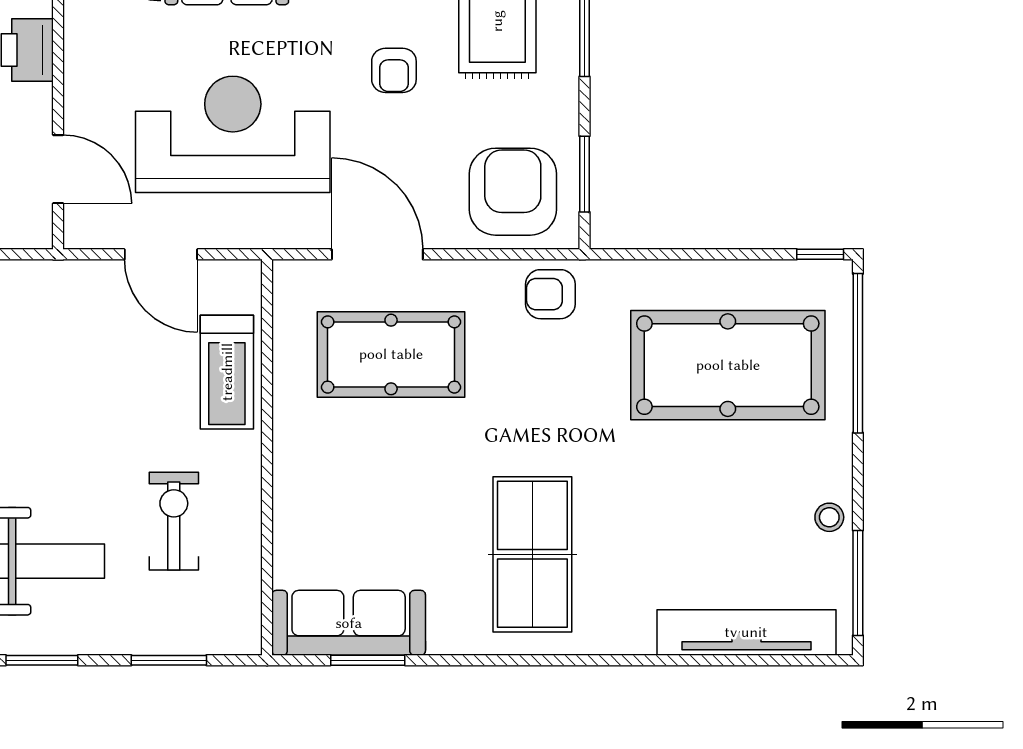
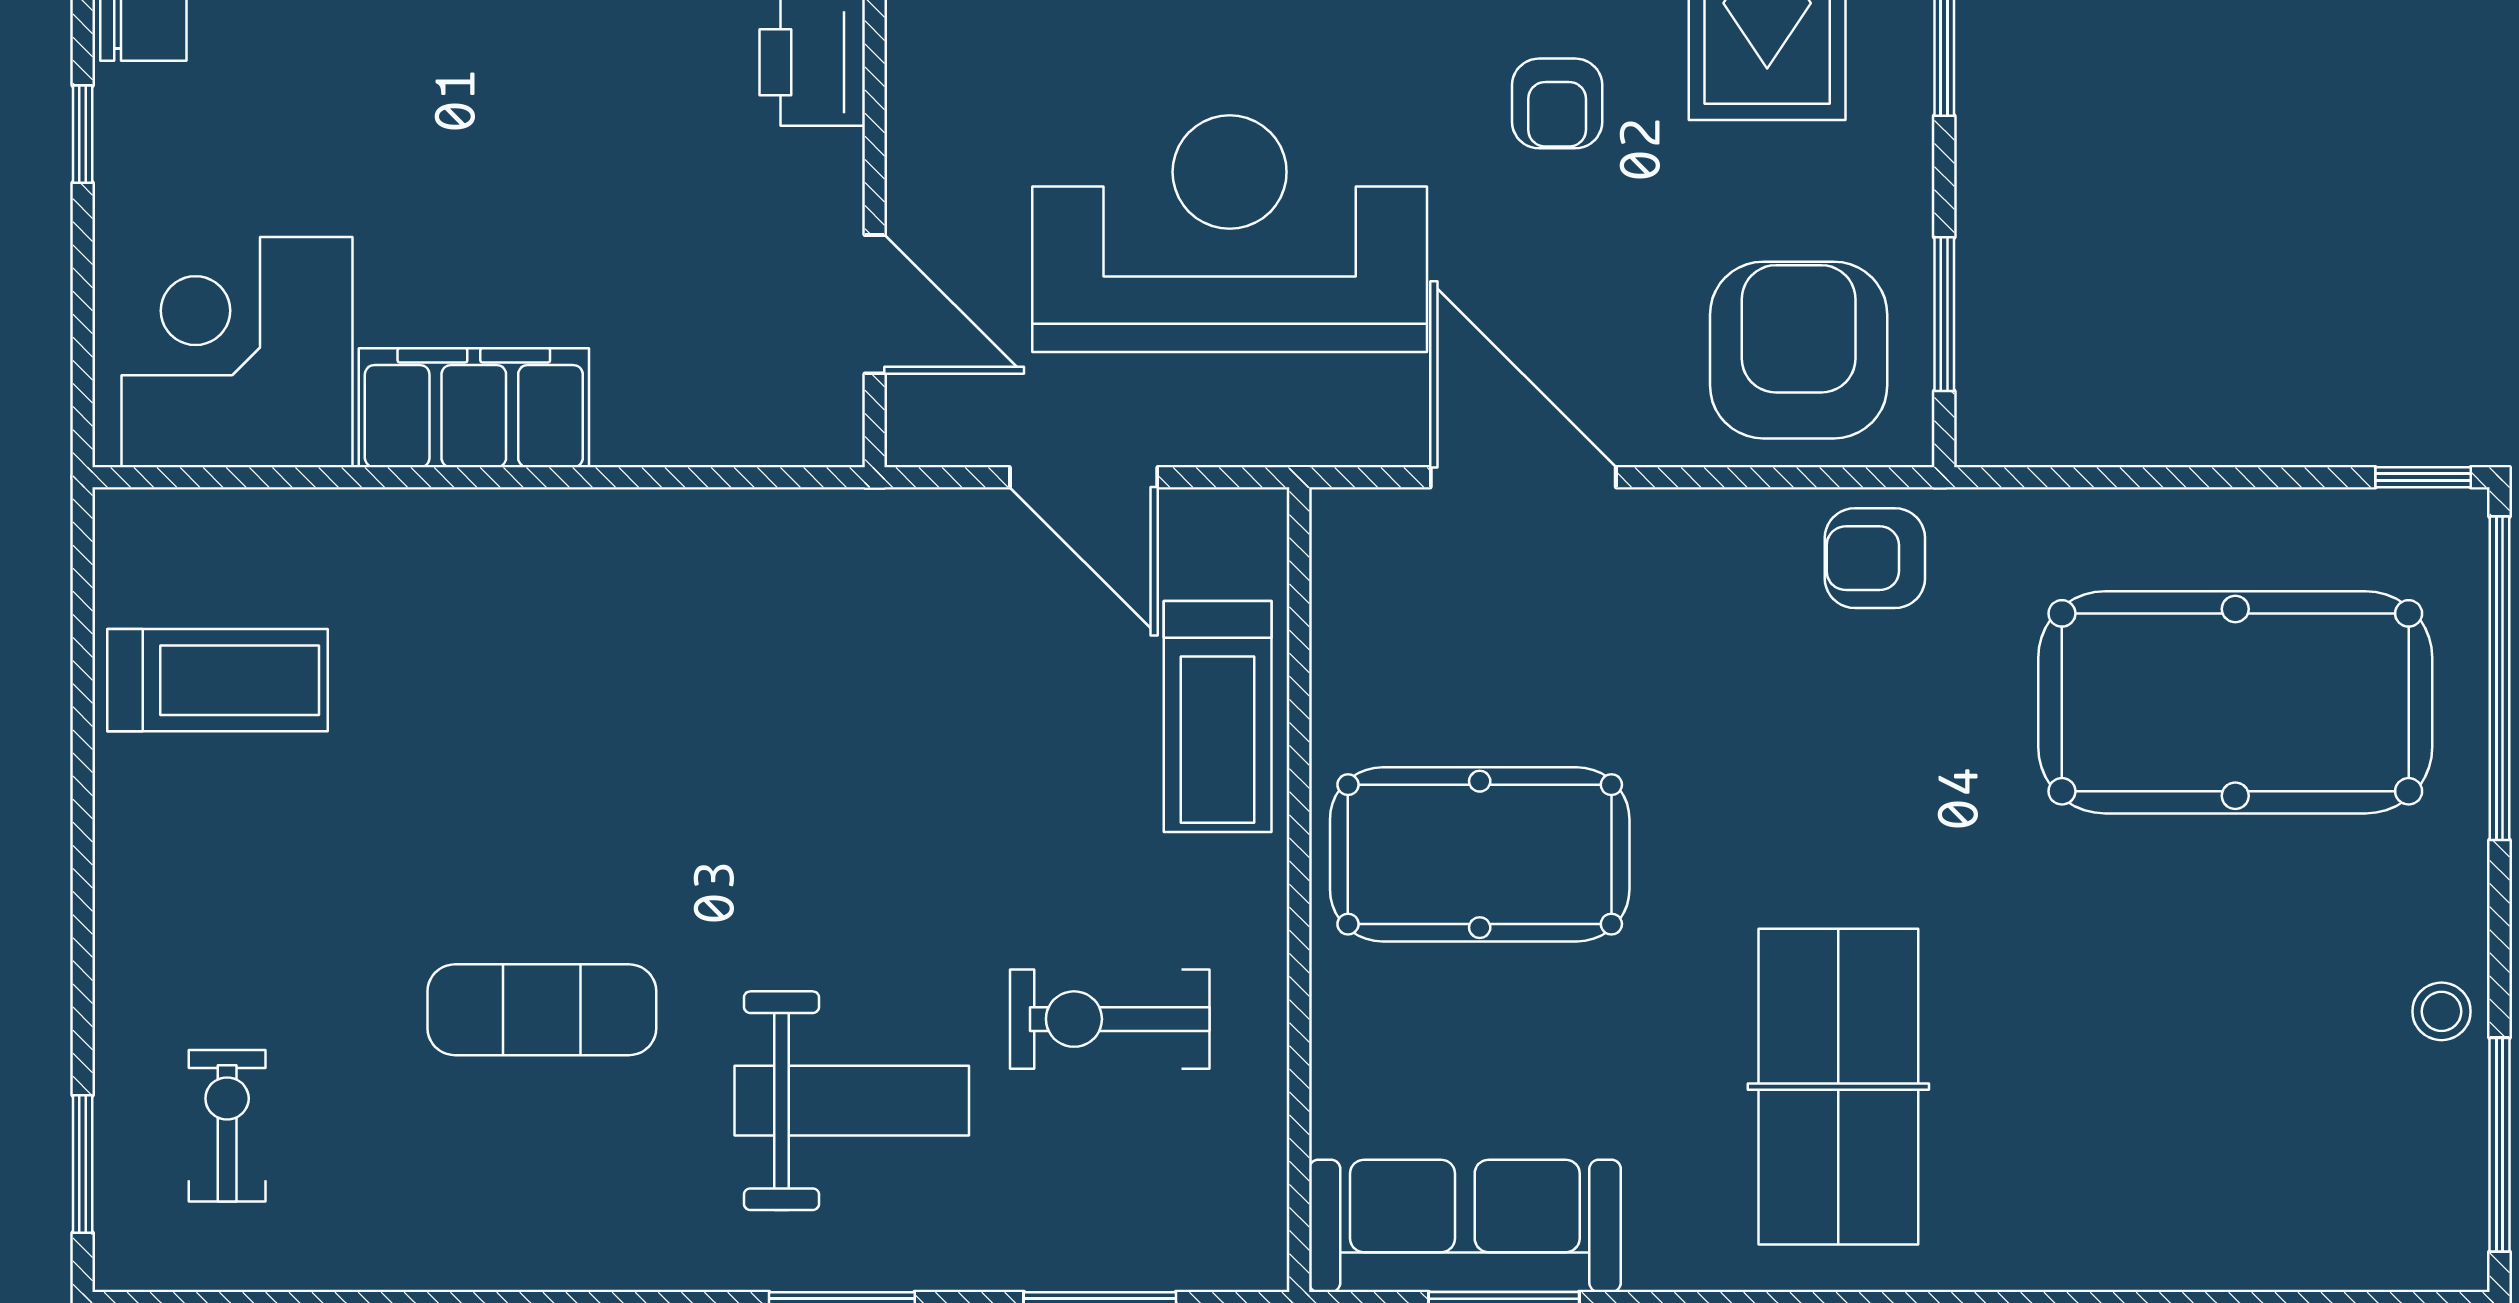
pool table: (391, 354) -> (1480, 854), moved
exercise bike: (174, 521) -> (1110, 1019), turned -90
tv unit: (746, 632) -> (2273, 1246), removed

